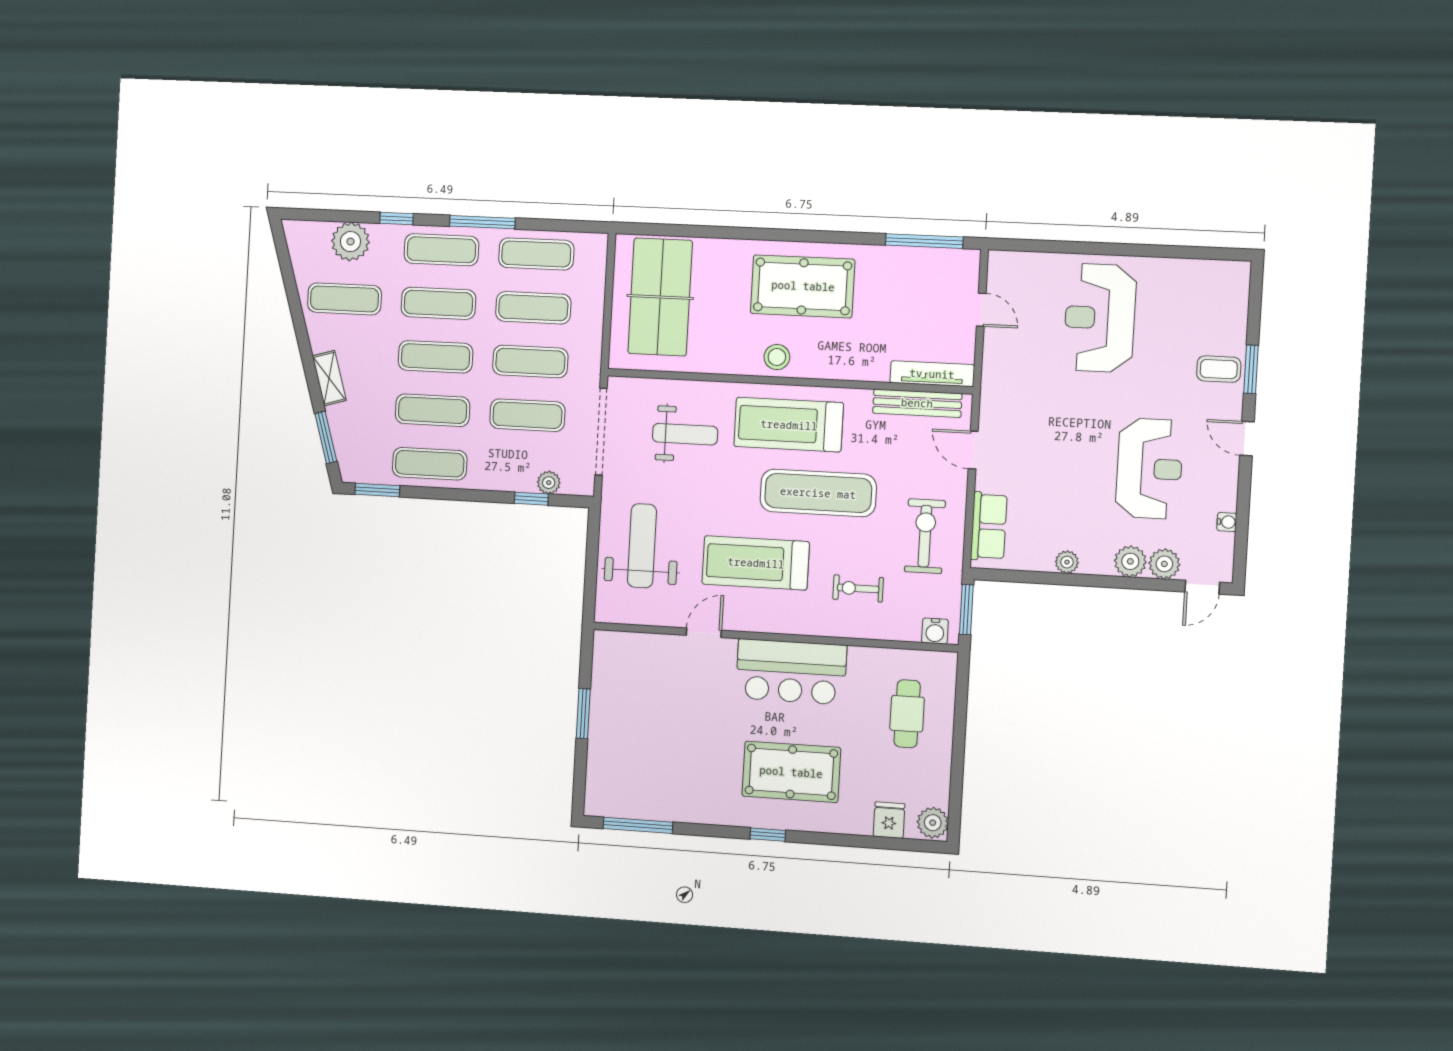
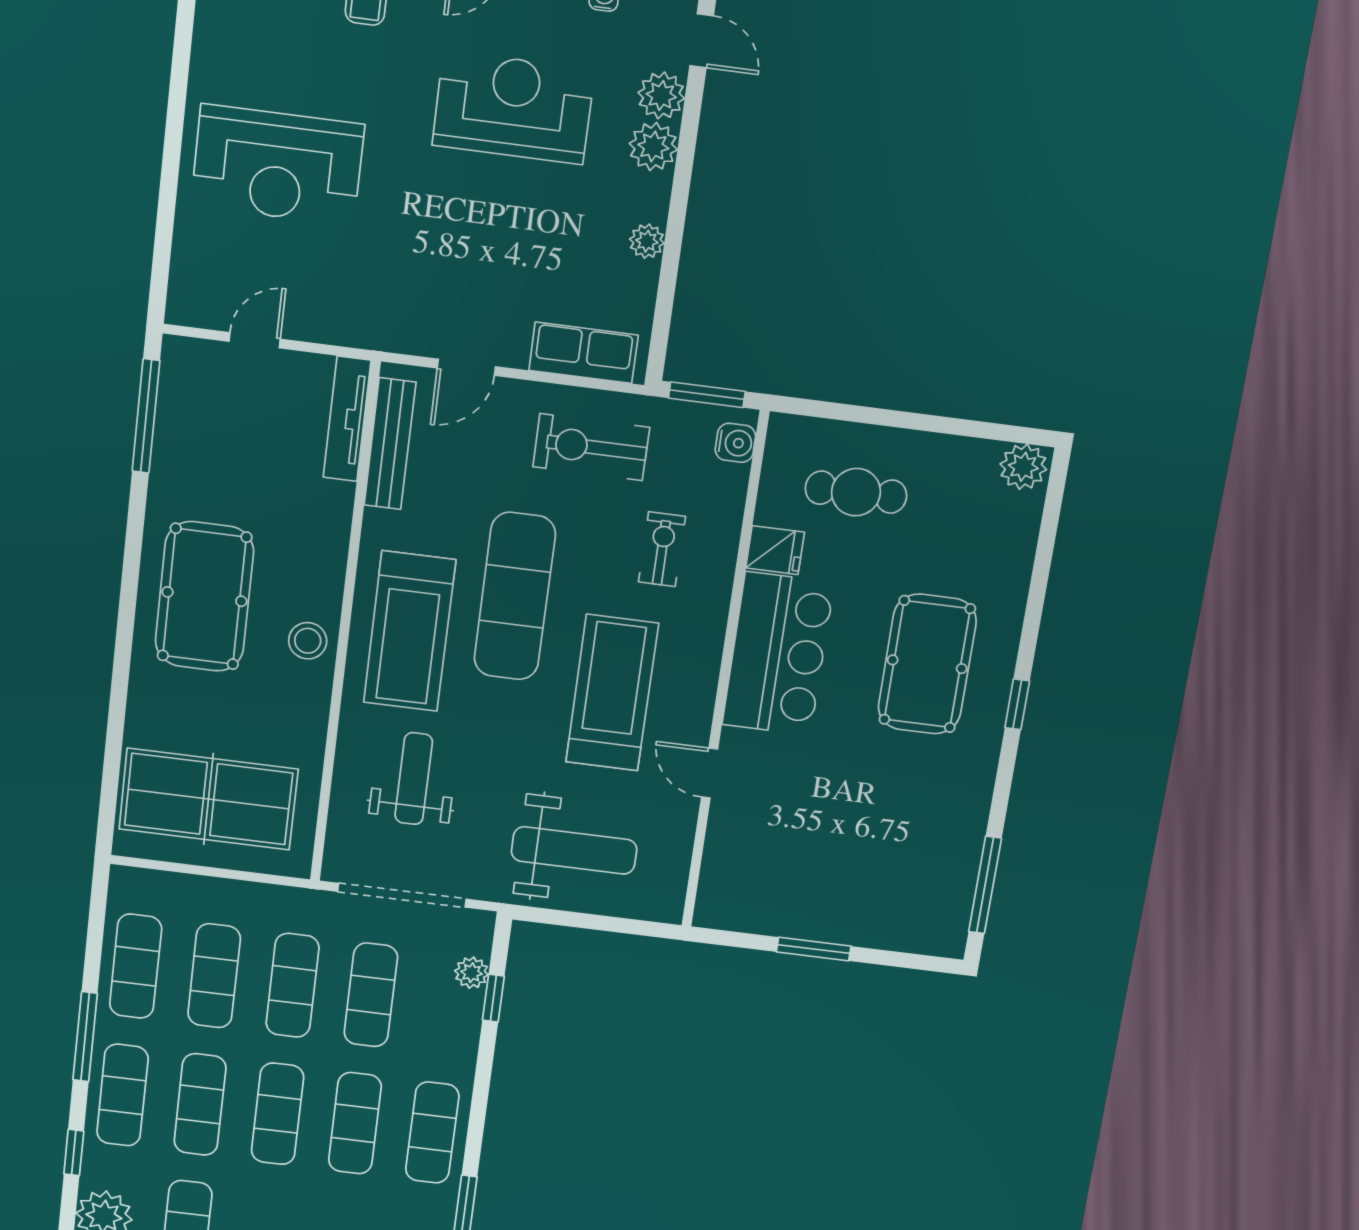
weight bench: (642, 546) -> (574, 850), turned 180
treadmill: (756, 563) -> (612, 693), turned 180
exercise bike: (858, 588) -> (662, 549), turned 180
fridge: (889, 820) -> (775, 550), moved, turned 180

